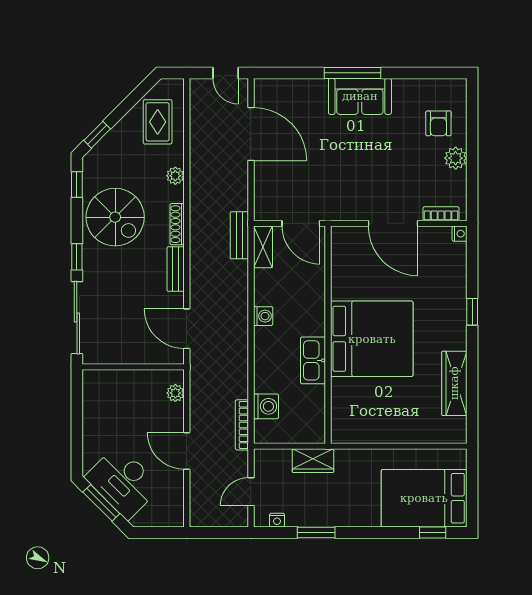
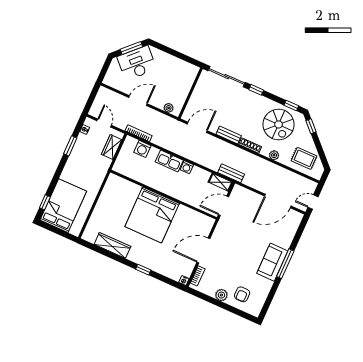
armchair: (438, 123) -> (242, 294), turned -90
spiral stairs: (115, 217) -> (279, 124), moved, turned -90
kitchen sink: (313, 360) -> (169, 161), moved, turned 180
wardrobe: (313, 461) -> (112, 147), moved

